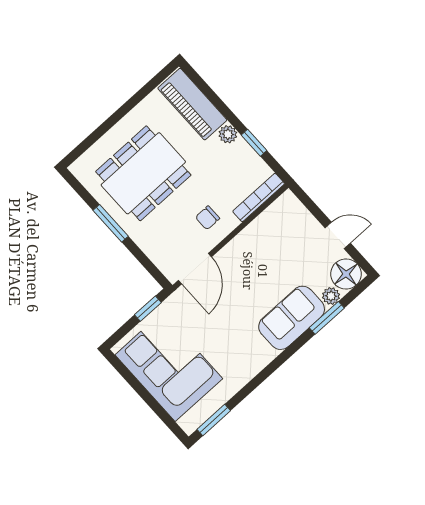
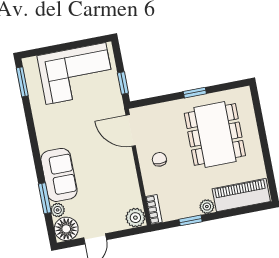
bookcase: (259, 197) -> (154, 209), width x0.64
plant: (288, 205) -> (135, 218), added
window: (111, 223) -> (195, 93), width x0.67

